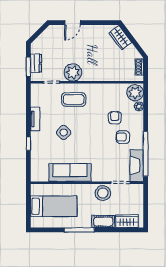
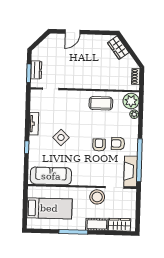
plant: (73, 72) -> (72, 80), removed
coffee table: (74, 99) -> (101, 103), moved
armchair: (115, 118) -> (99, 145), moved
sofa: (70, 173) -> (51, 176), moved

